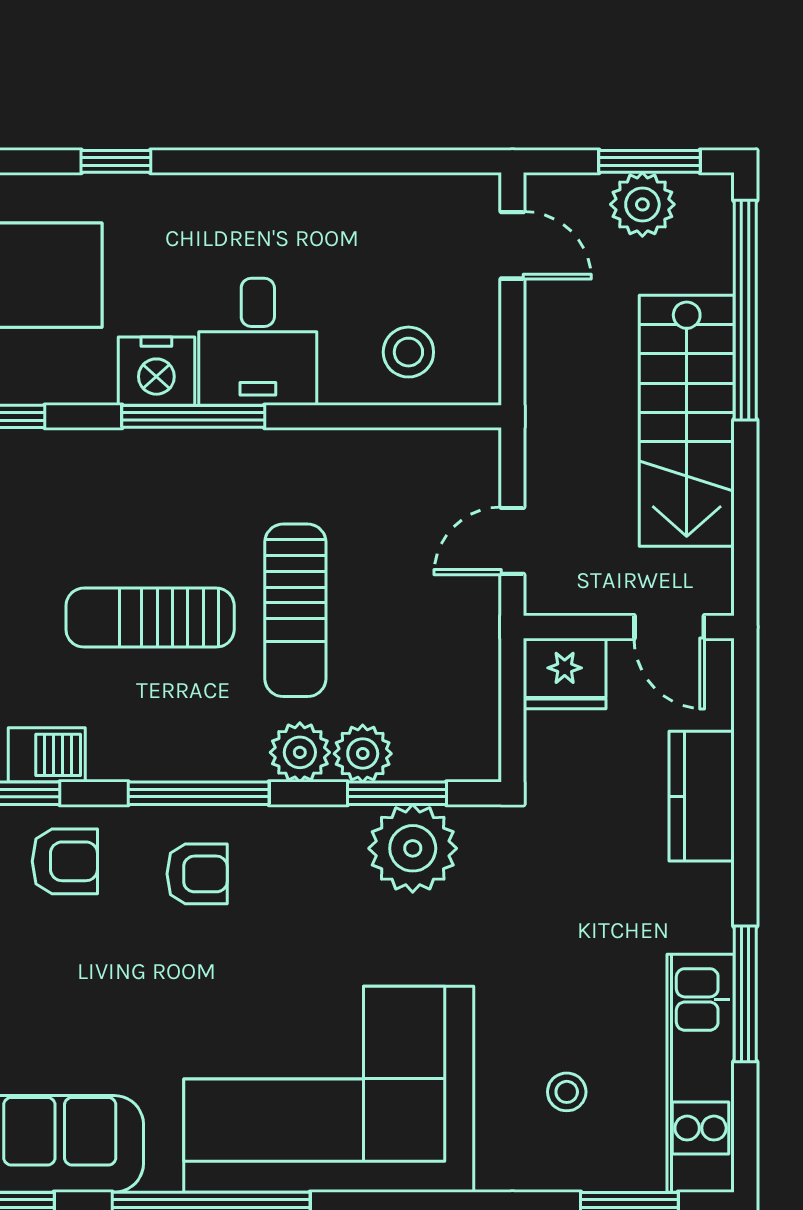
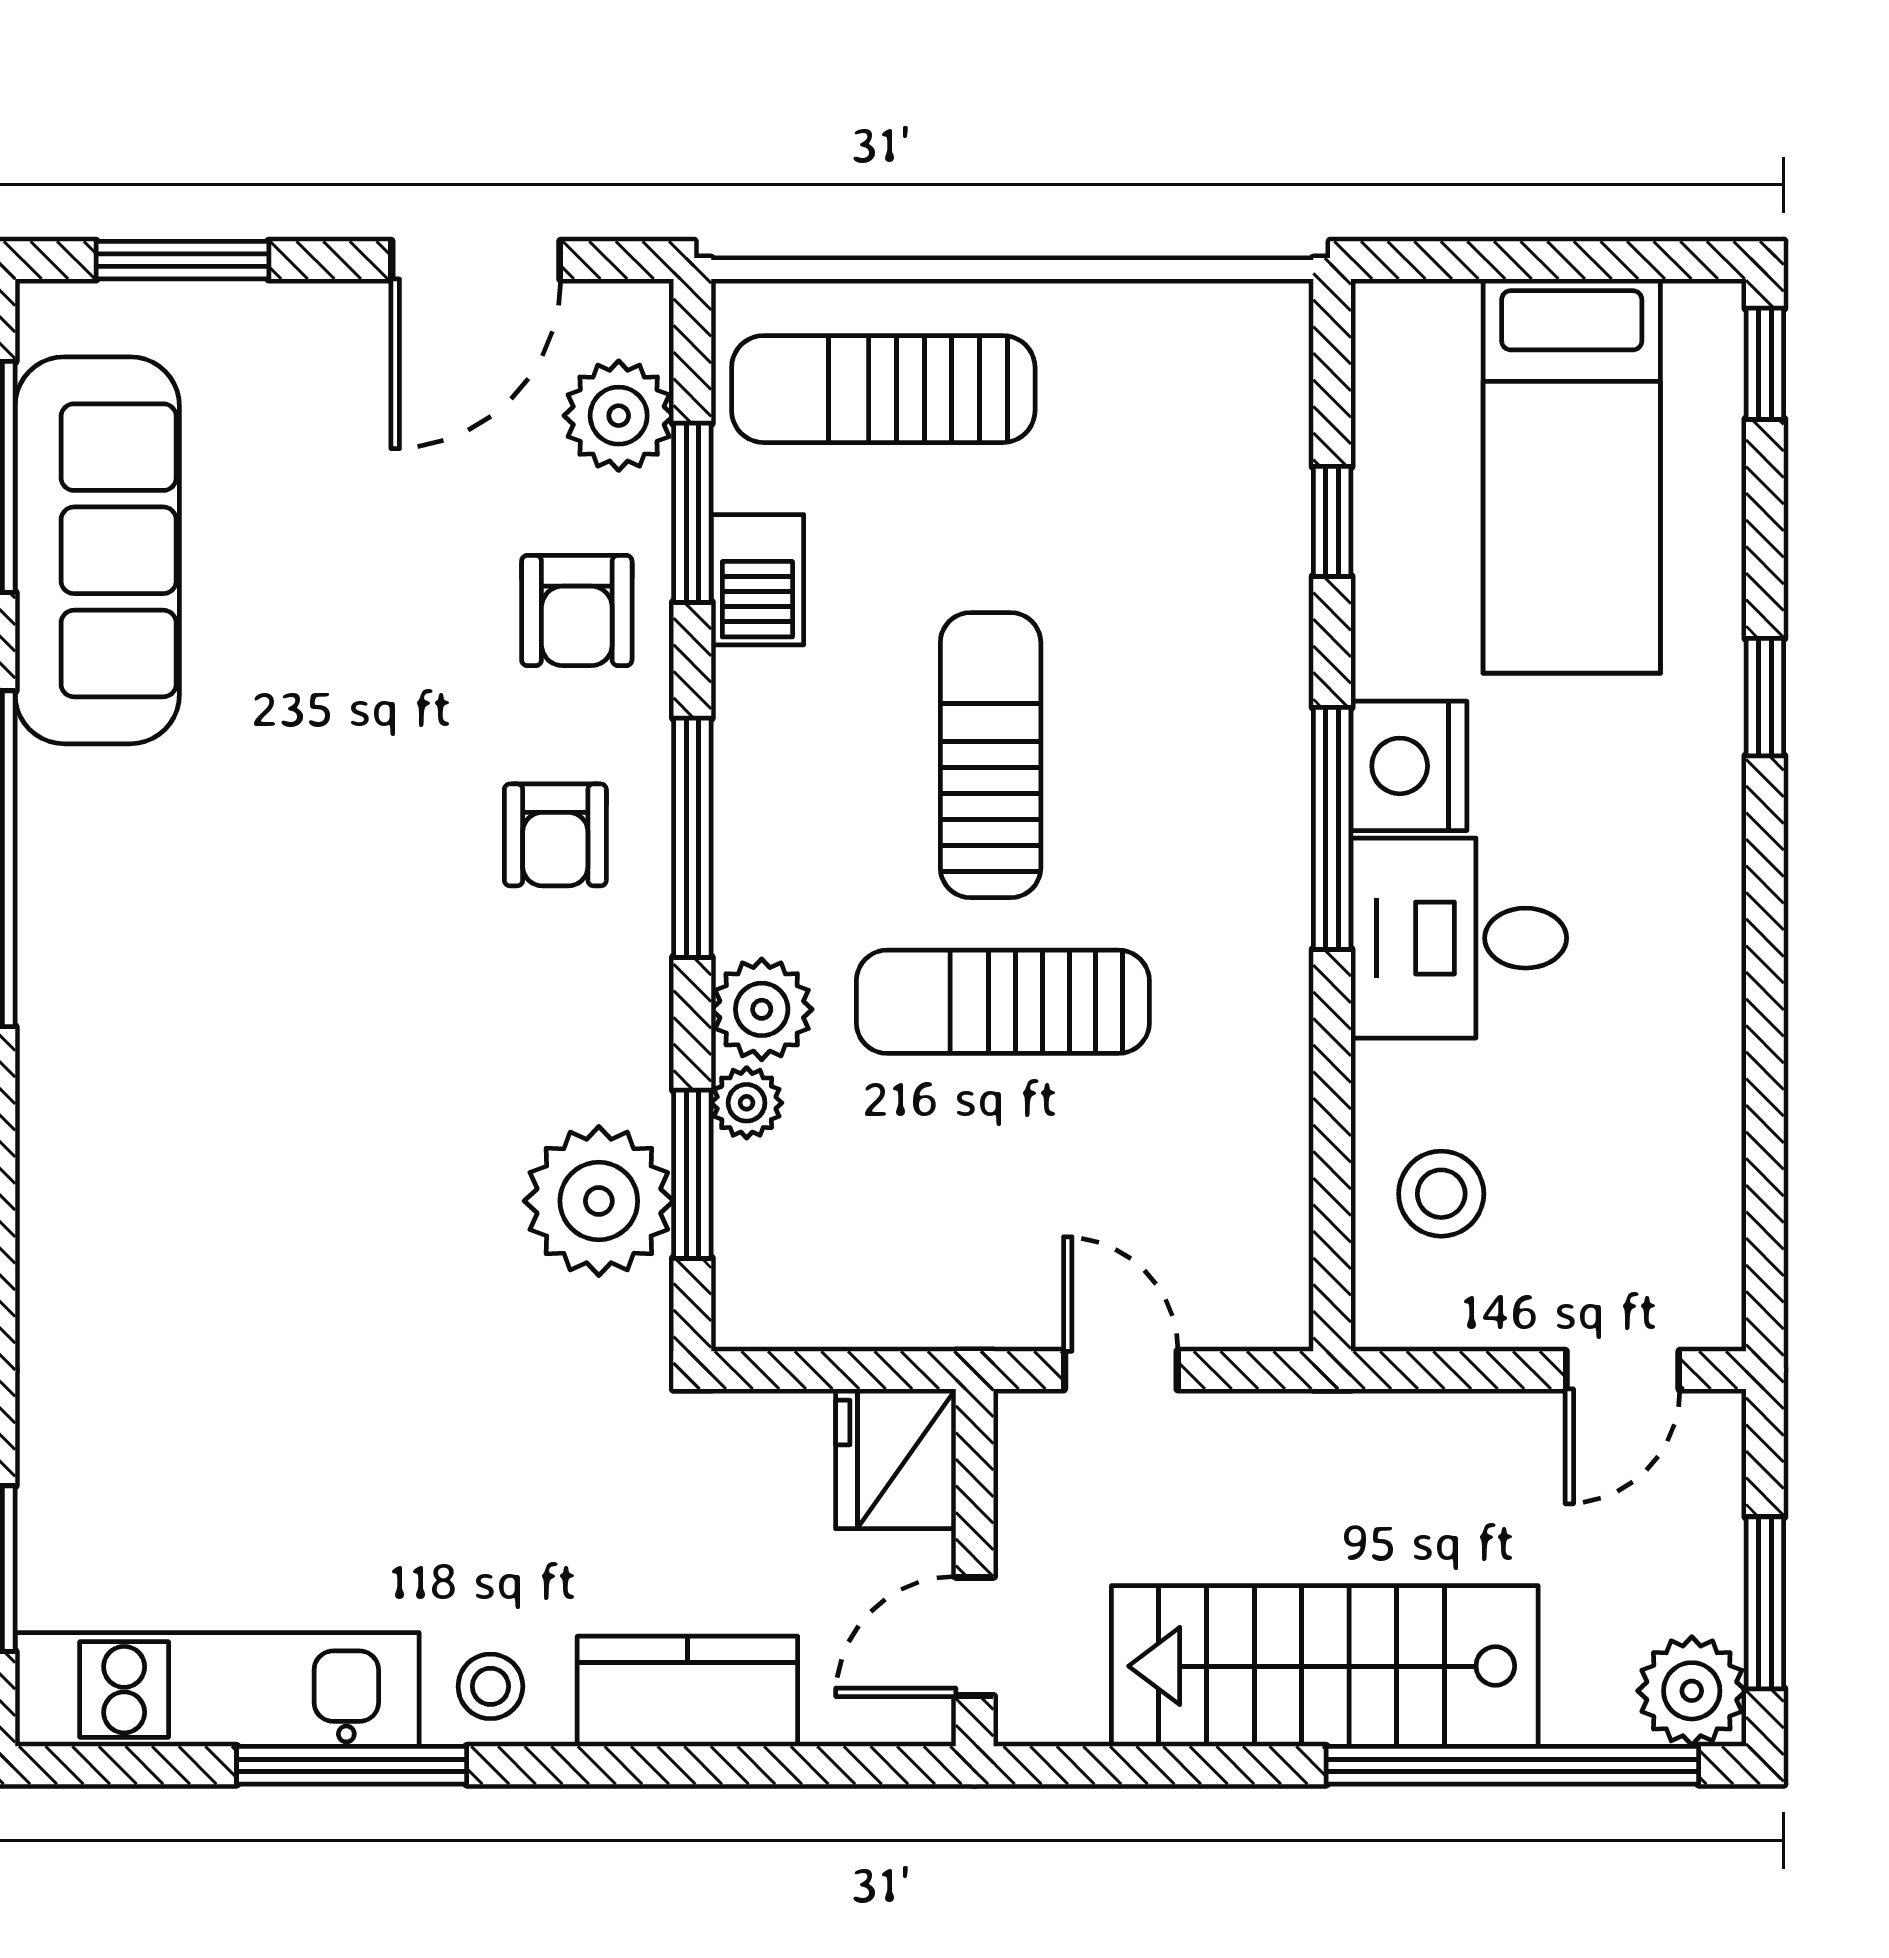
plant: (642, 204) -> (1692, 1691), moved
plant: (363, 754) -> (747, 1103), width x0.73, depth x0.73
corner sofa: (329, 1089) -> (190, 1058), removed
stool: (567, 1092) -> (490, 1686), moved

